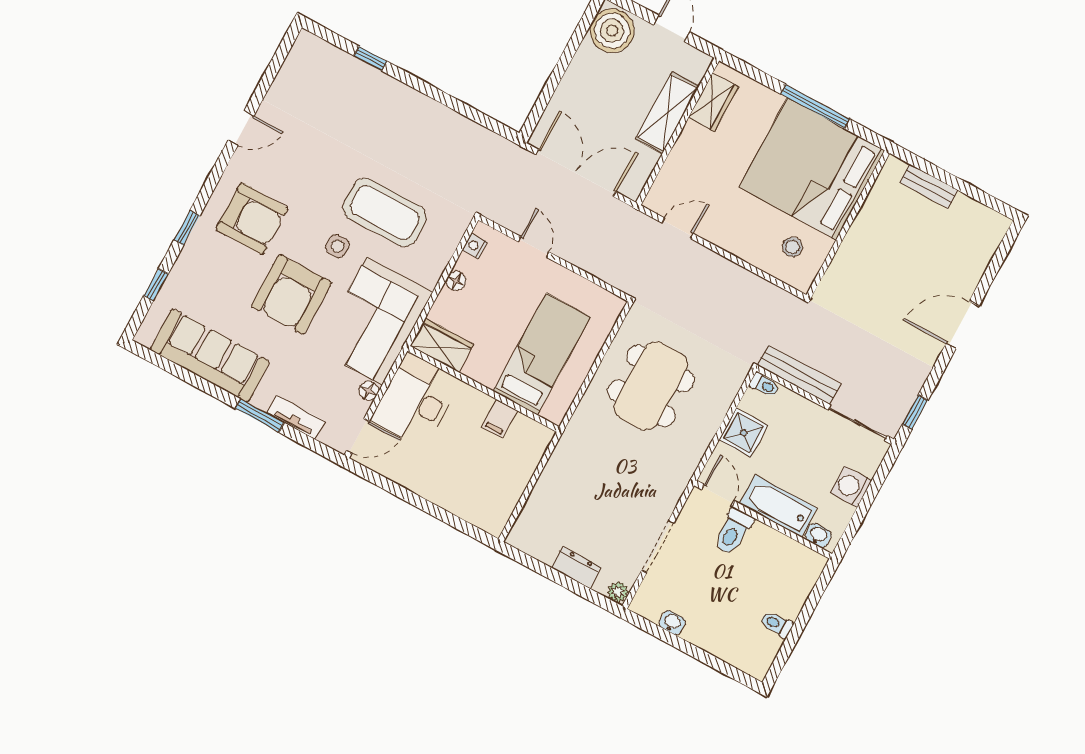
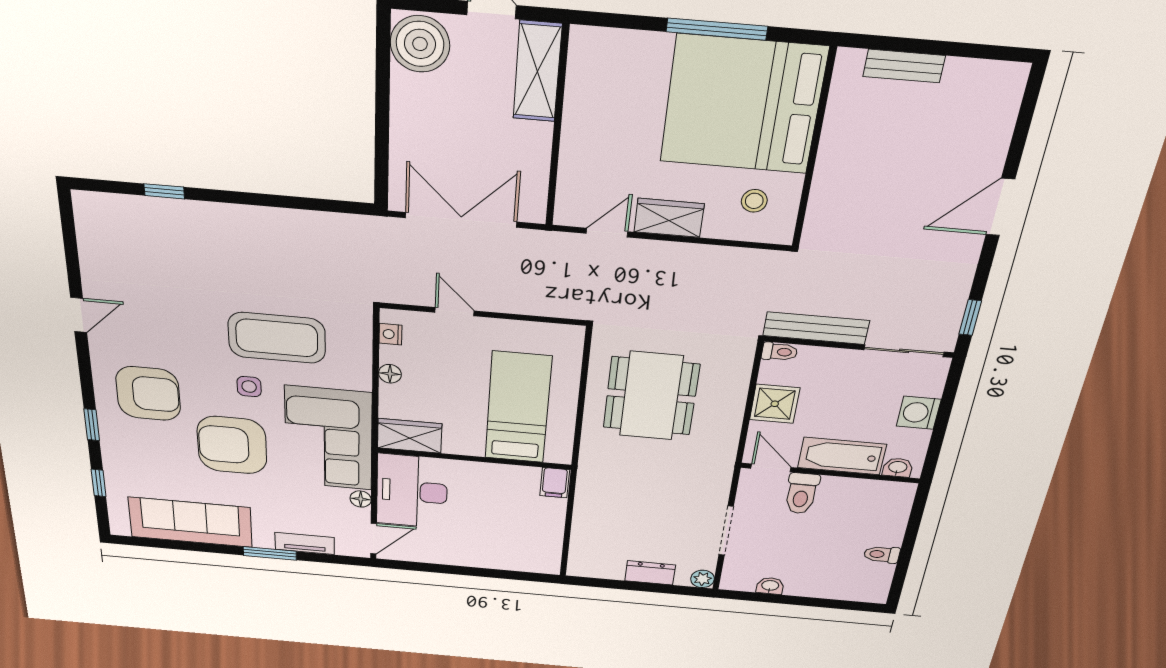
wardrobe: (713, 102) -> (669, 218), moved, turned -90
shelving: (667, 113) -> (537, 71), moved
armchair: (291, 294) -> (232, 445), turned 90
filing cabinet: (499, 419) -> (555, 483), moved

